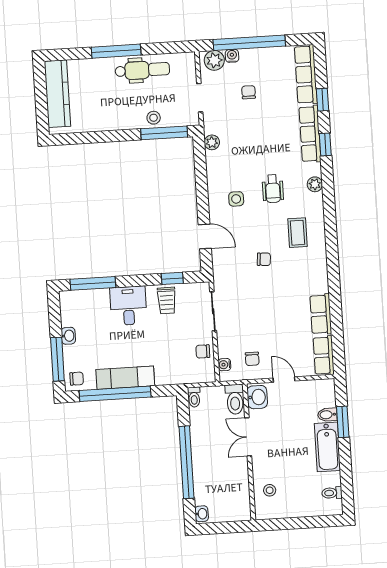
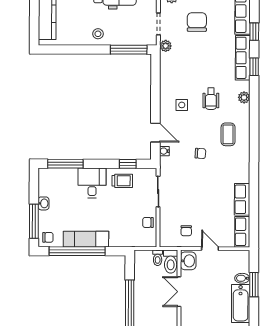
chair: (249, 92) -> (197, 22), width x1.87, depth x1.87
stool: (154, 118) -> (98, 34), moved
plant: (212, 142) -> (166, 46), moved
trolley: (167, 301) -> (122, 181), turned -90
water cooler: (224, 365) -> (164, 151), moved
toilet: (194, 397) -> (158, 258), moved

